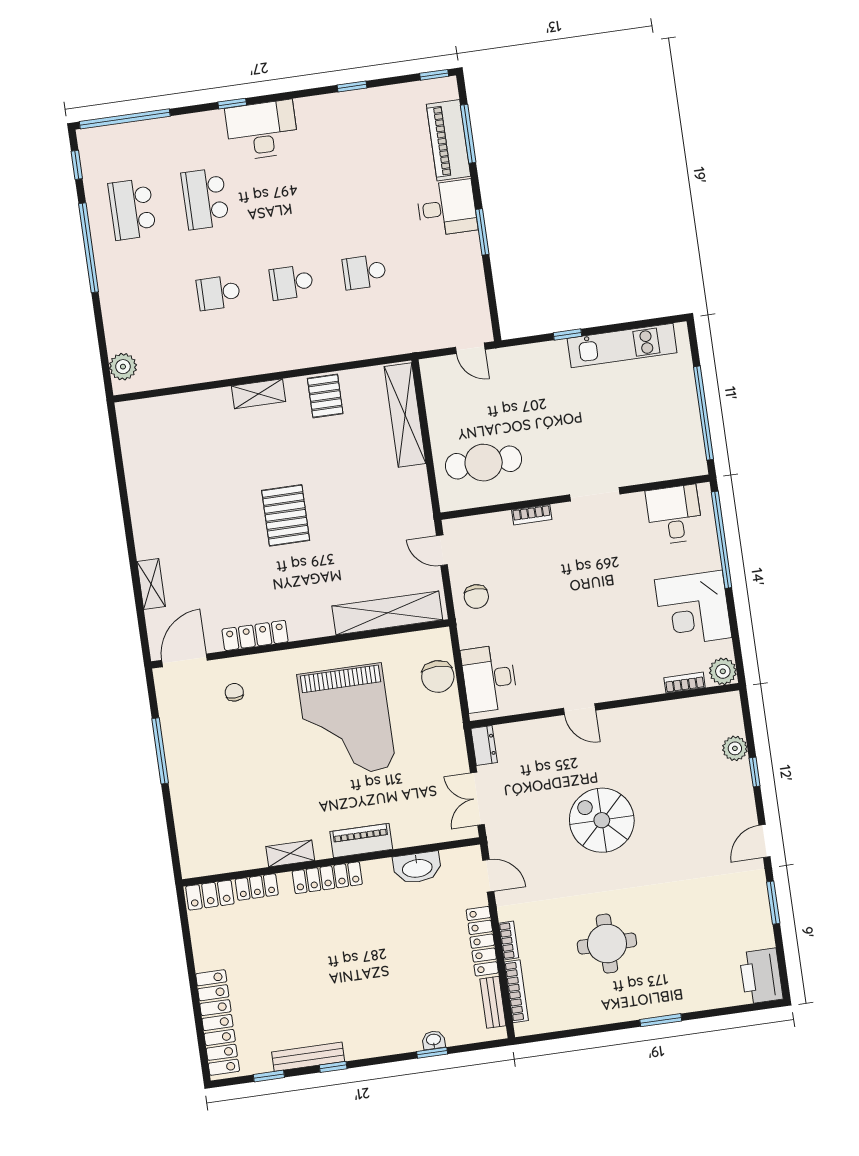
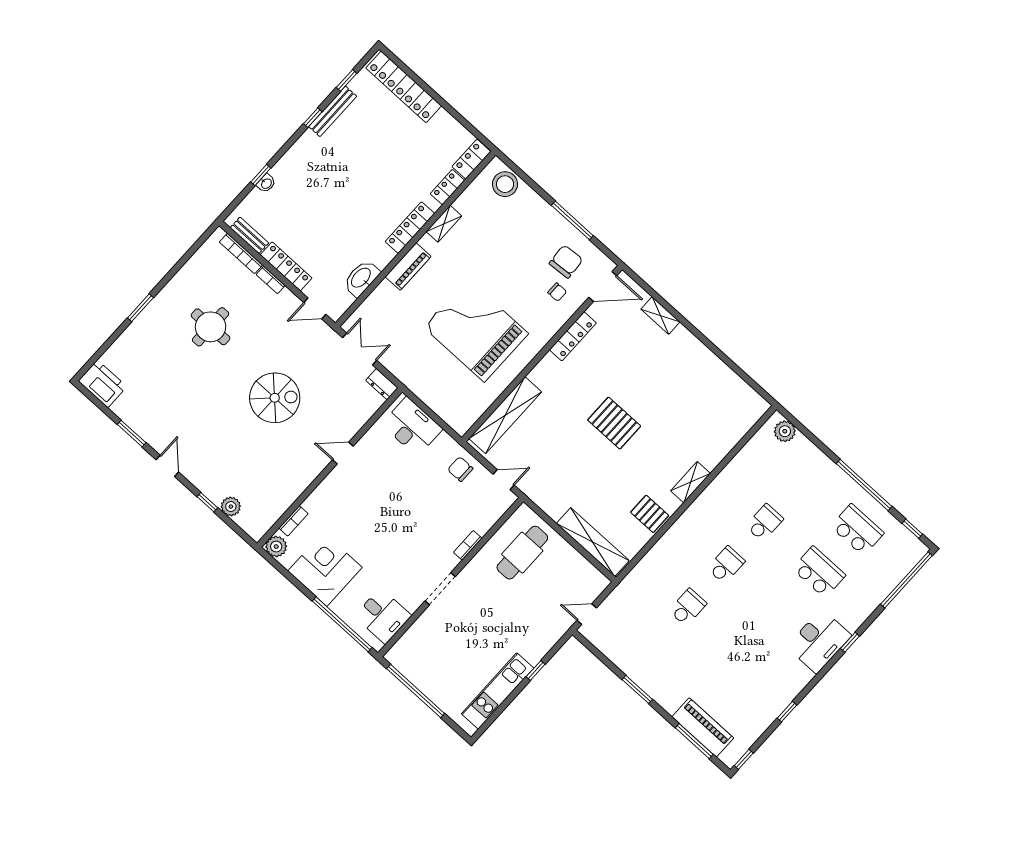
desk: (447, 208) -> (670, 686), removed
door: (184, 660) -> (603, 287), hinge flipped
chair: (438, 676) -> (566, 262), moved, turned 86
stool: (197, 842) -> (505, 184), added

